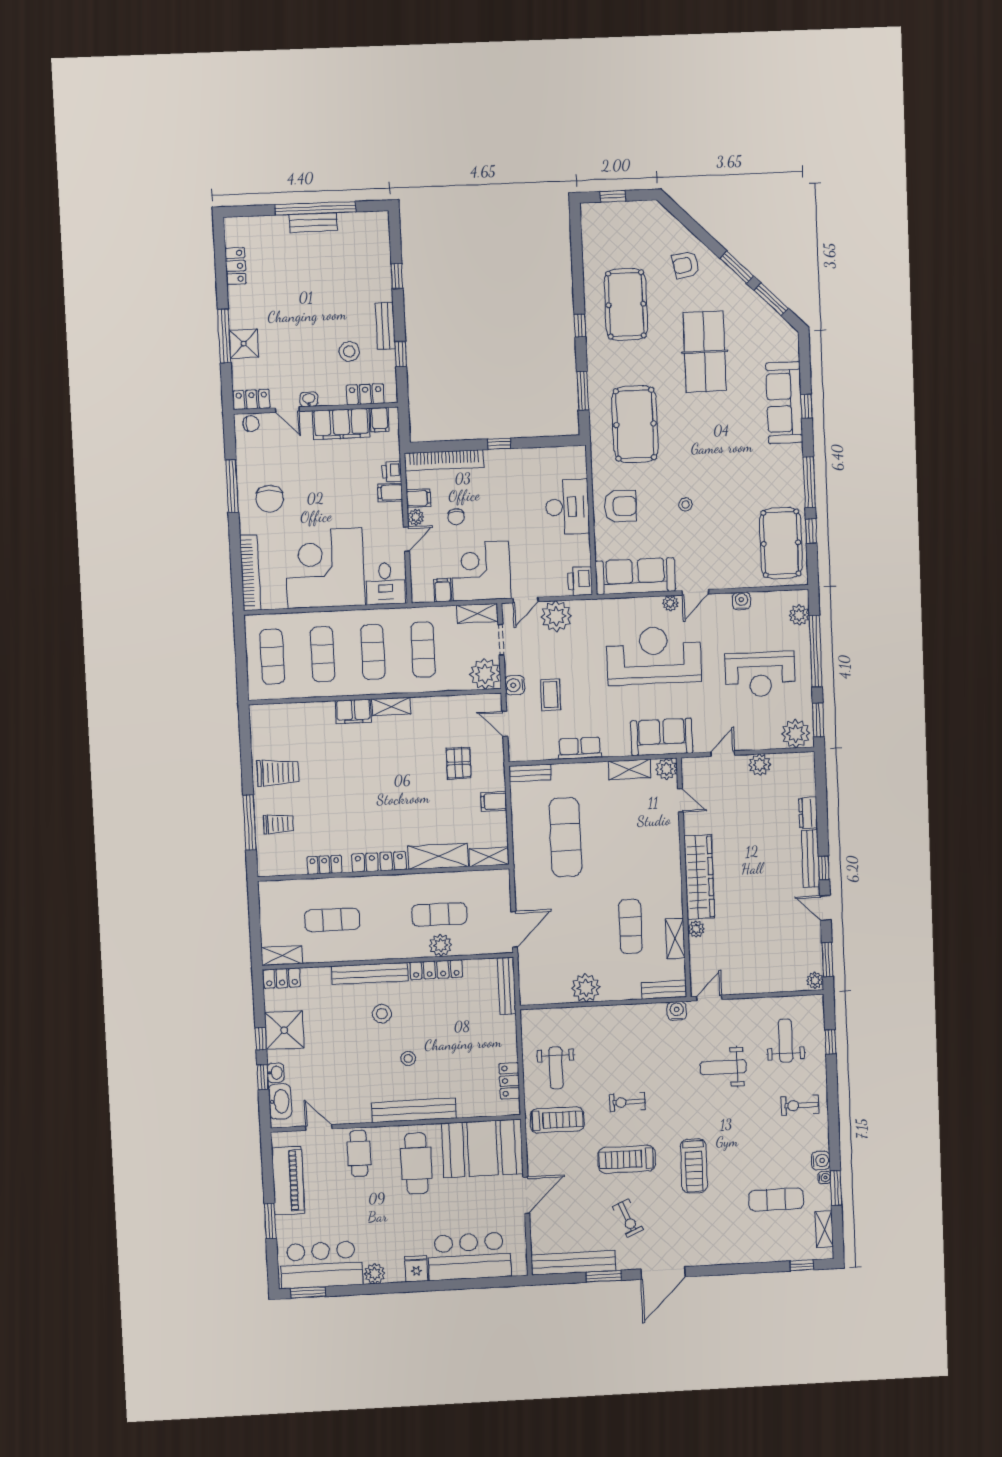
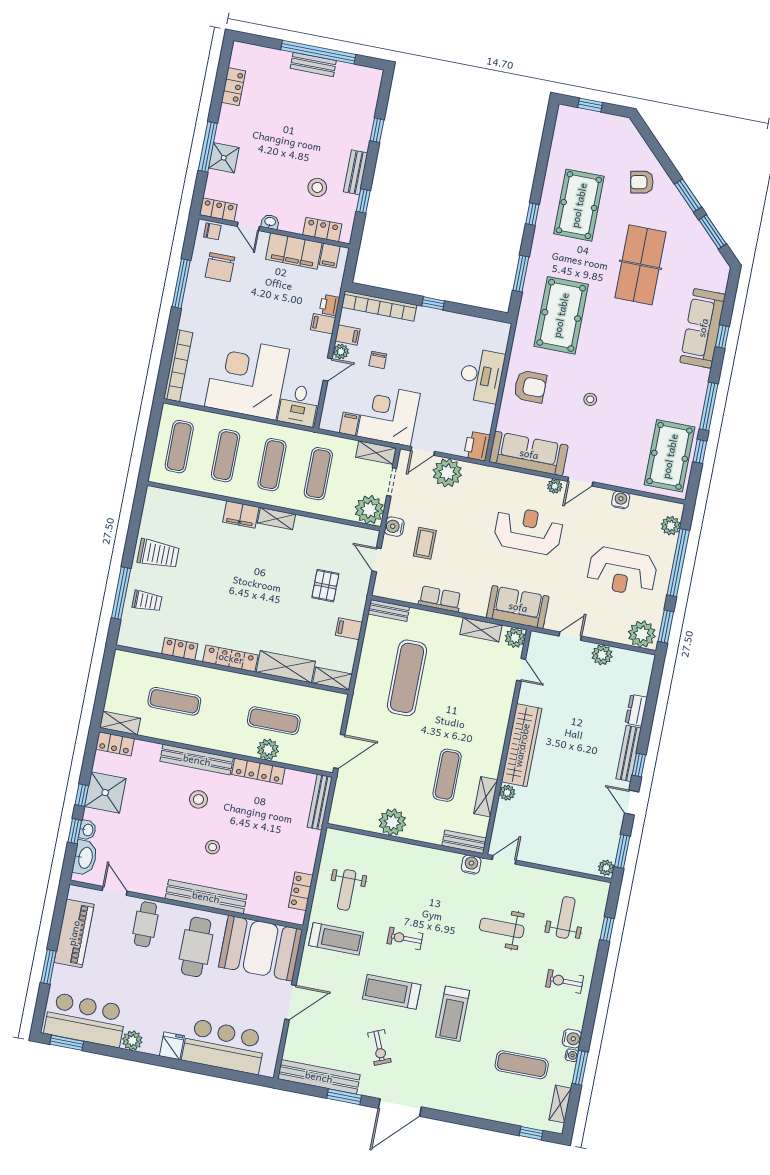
chair: (270, 499) -> (220, 267), moved
reception desk: (654, 655) -> (528, 530), width x0.74, depth x0.77

